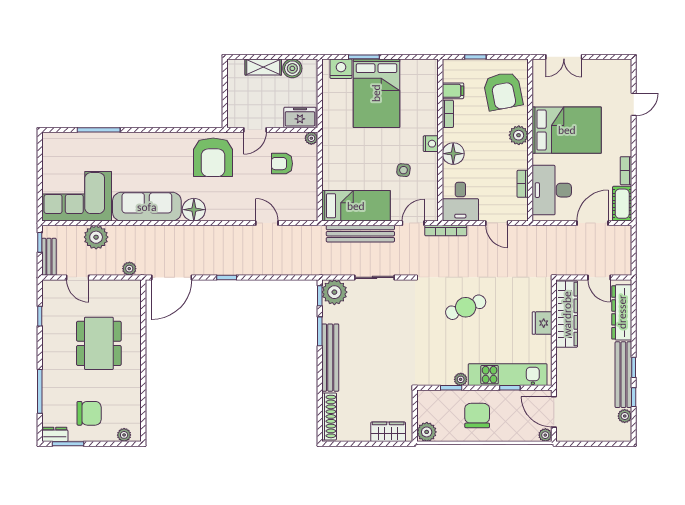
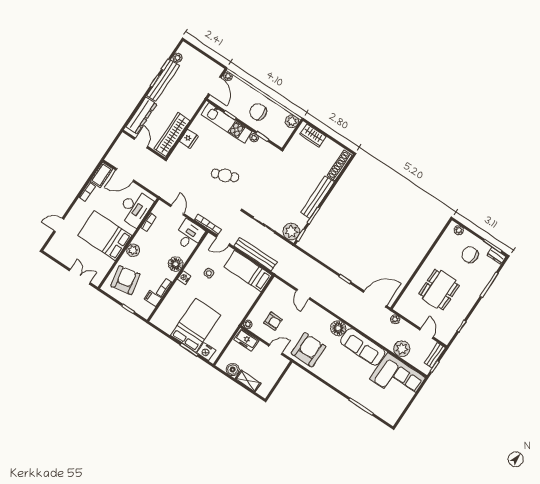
chair: (477, 416) -> (258, 112), turned 90

